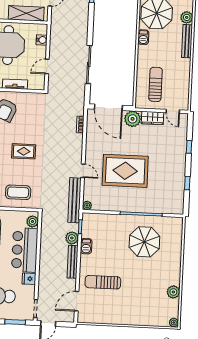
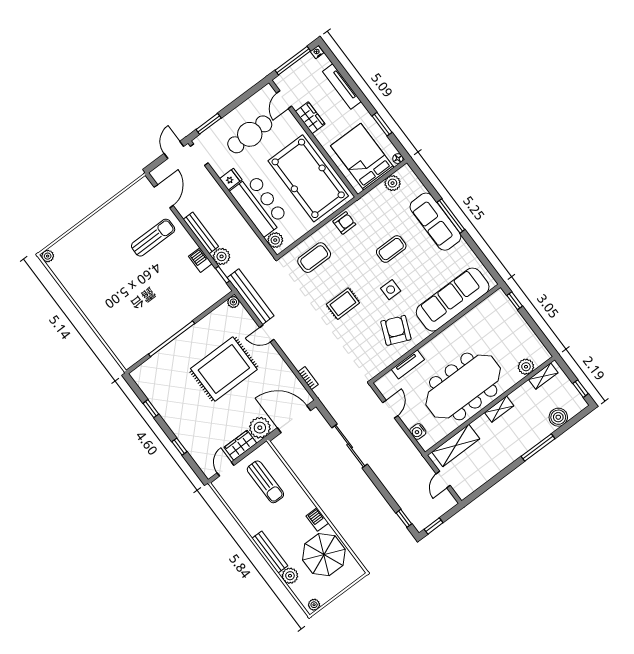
door: (173, 111) -> (226, 469), hinge flipped
parasol: (144, 242) -> (145, 313), removed
plant: (173, 292) -> (74, 287), removed

